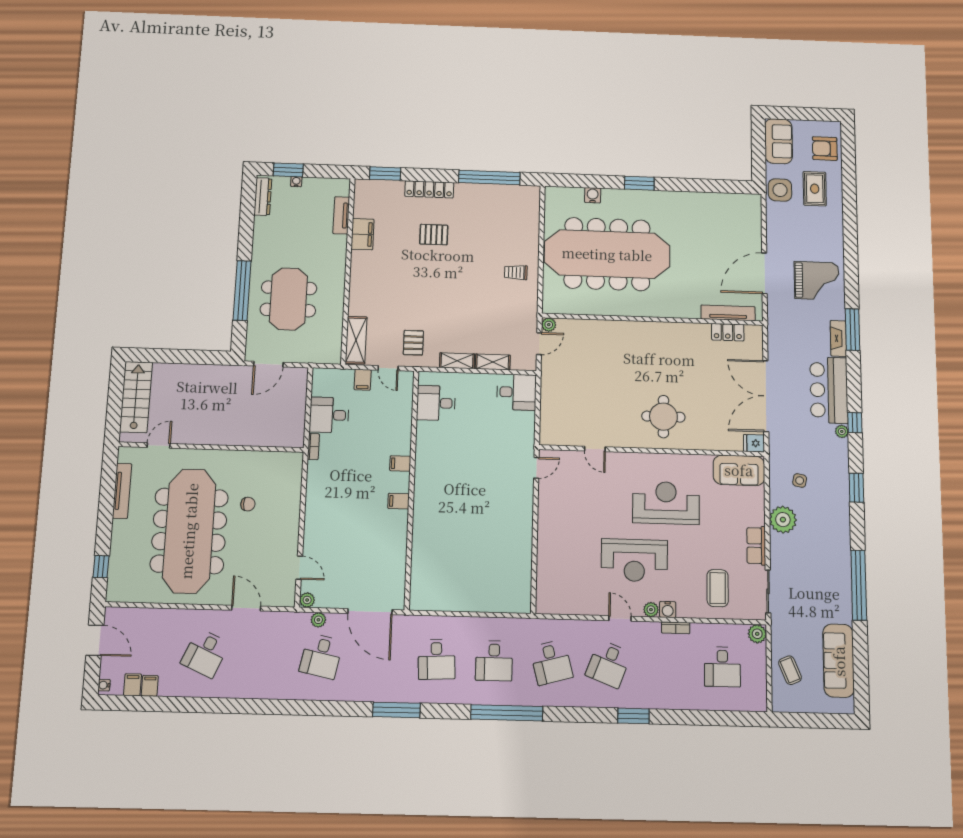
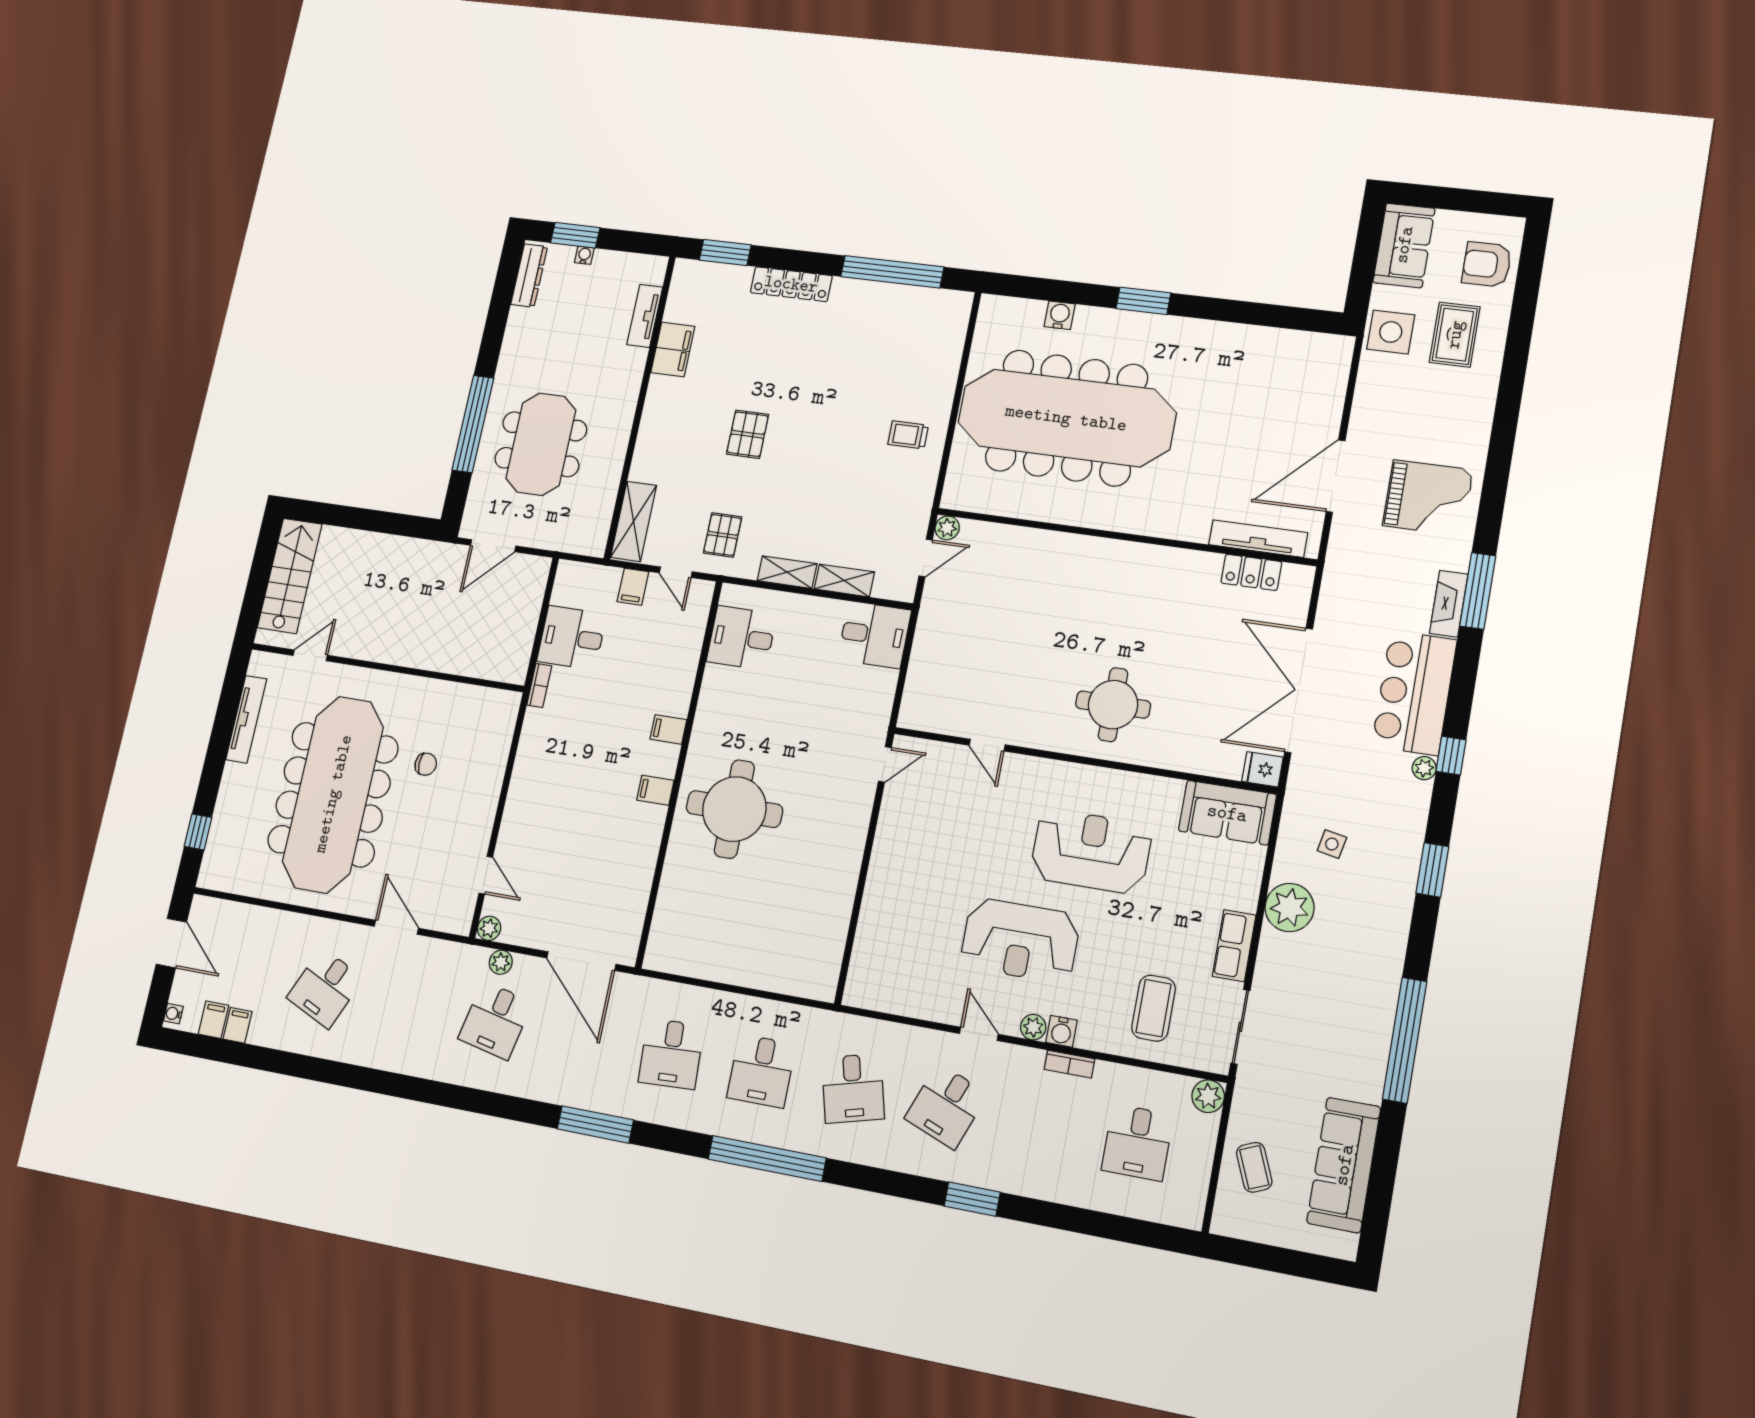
pallet: (434, 235) -> (748, 434), moved, turned 90
round table: (450, 506) -> (734, 809), added

